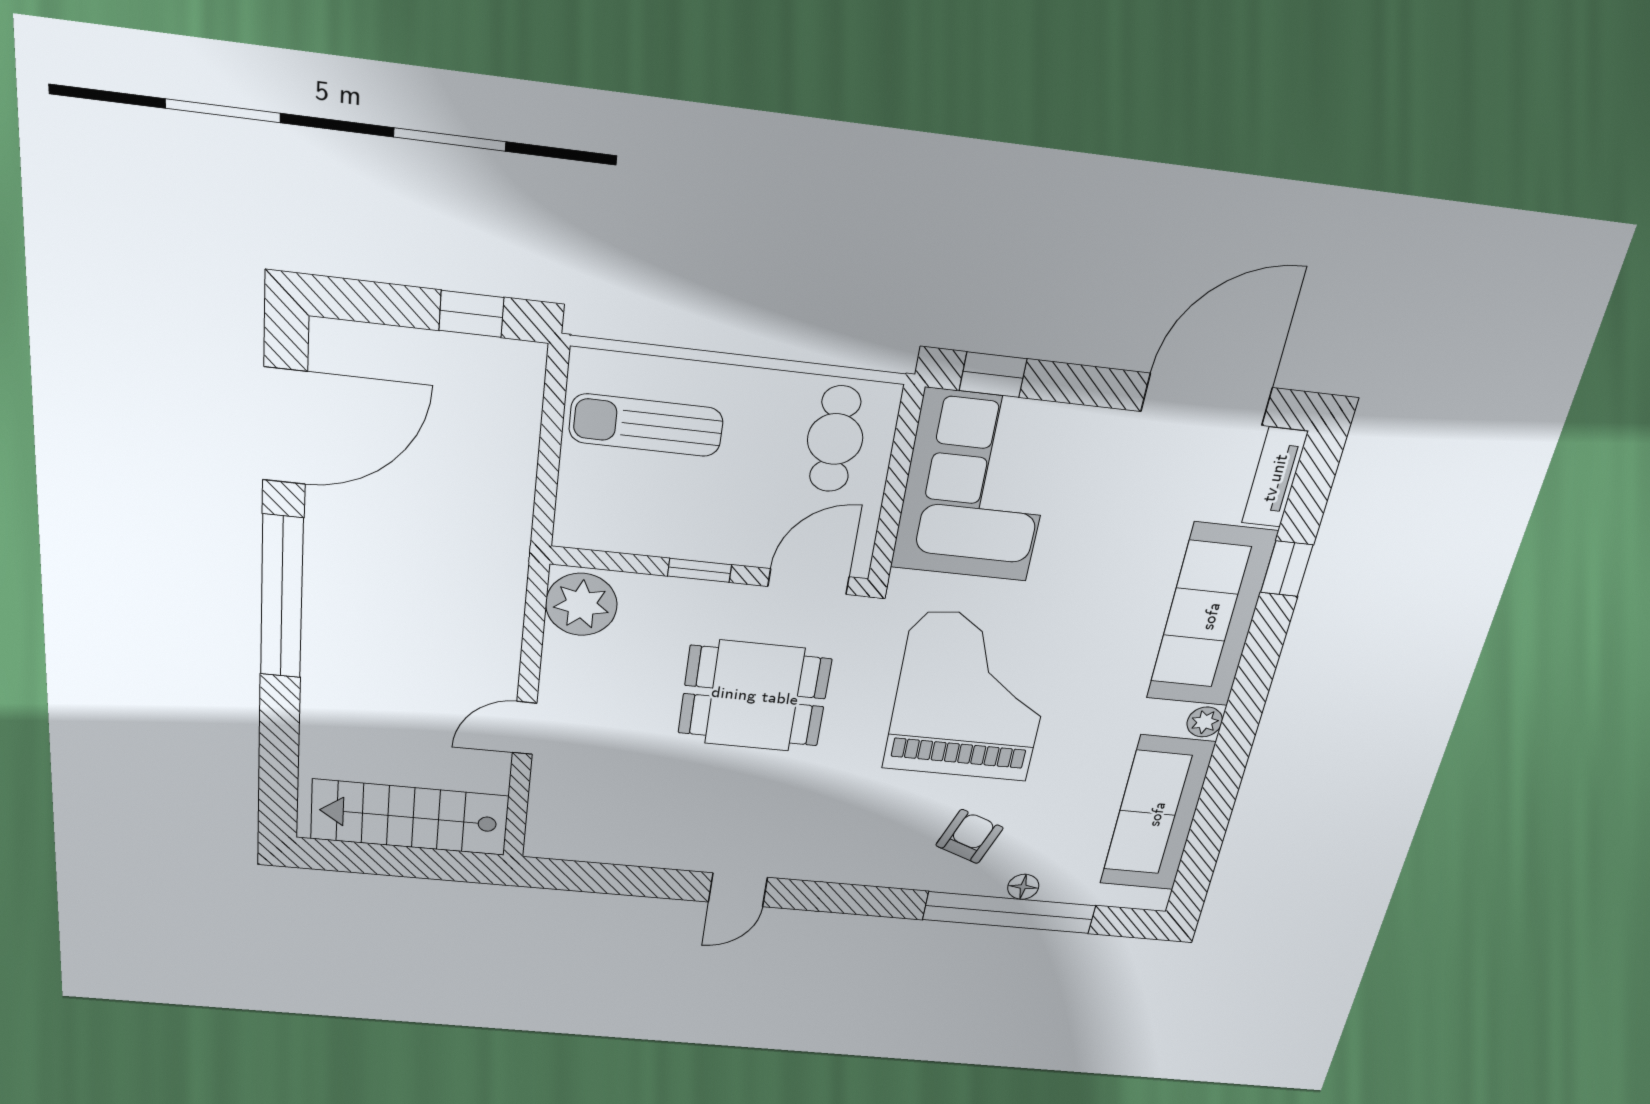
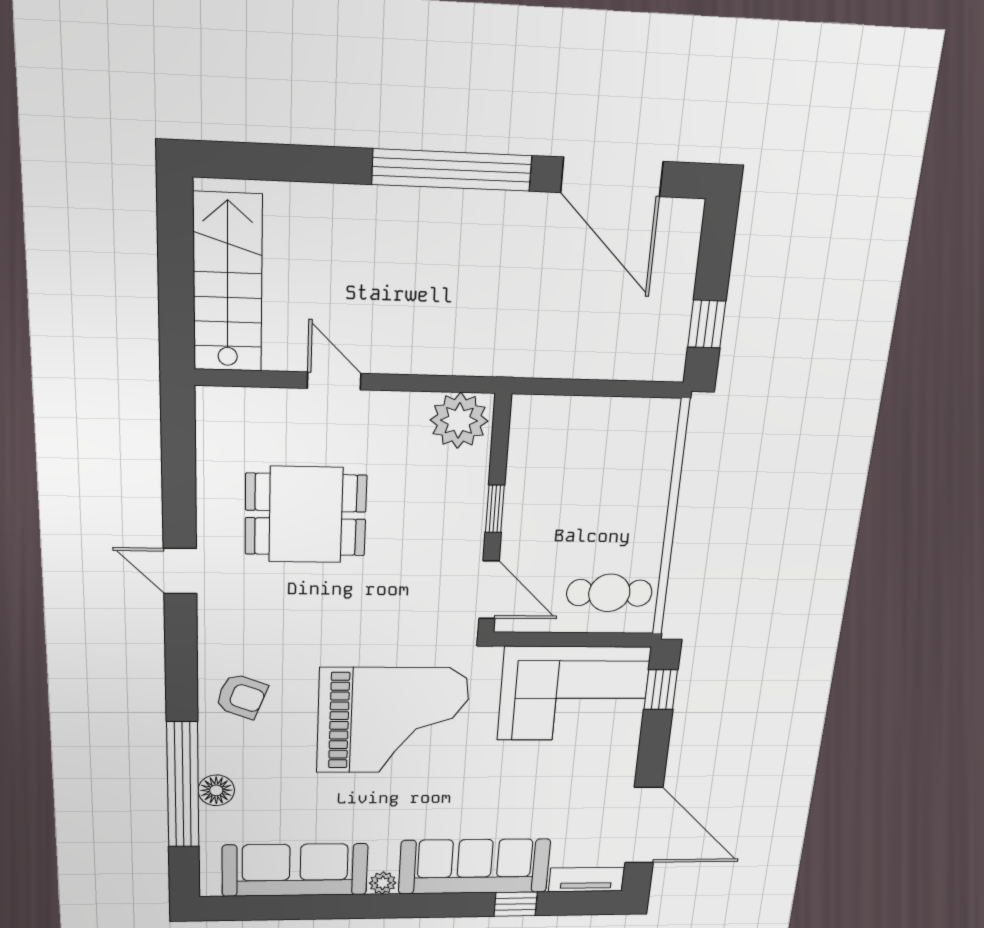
sun lounger: (646, 425) -> (618, 458), removed
dining table: (755, 696) -> (306, 515), moved, turned 90
armchair: (969, 837) -> (241, 696), moved
floor lamp: (1023, 887) -> (216, 790), width x1.37, depth x1.37

